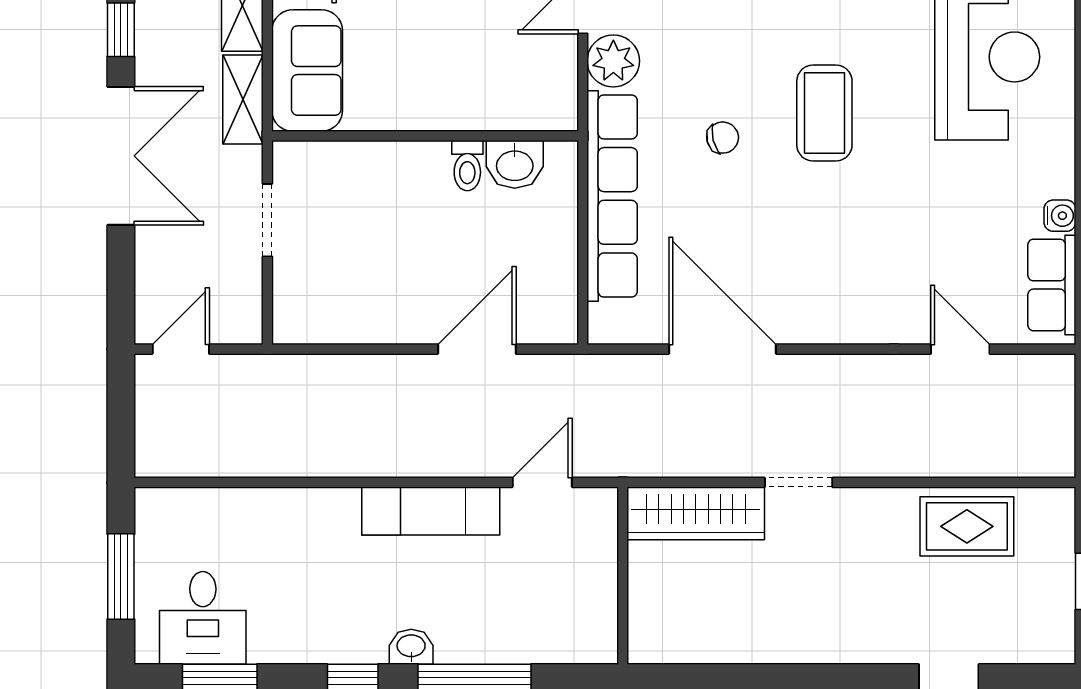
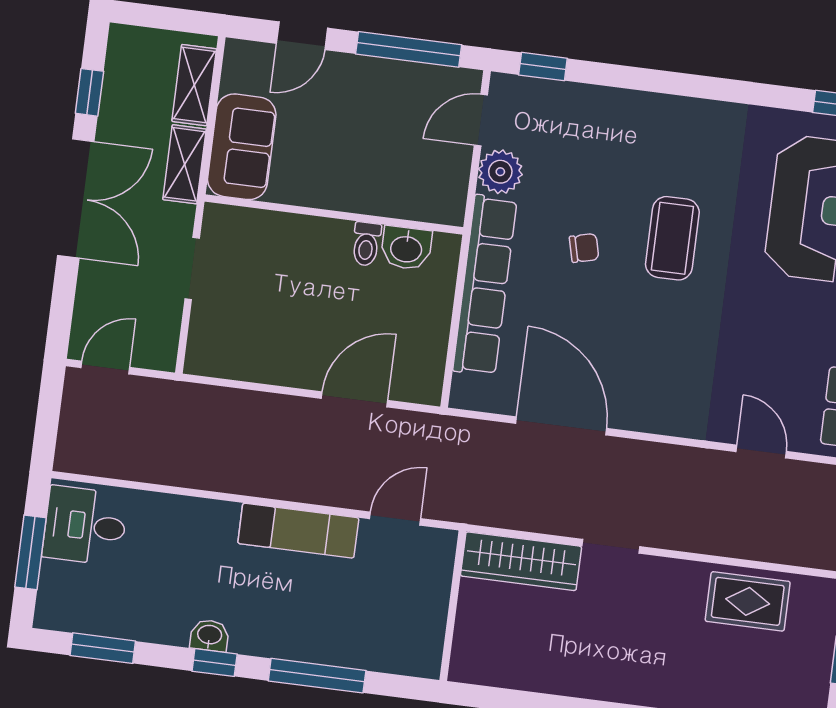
desk: (203, 618) -> (85, 526), moved, turned 90
washbasin: (411, 647) -> (210, 635), moved

